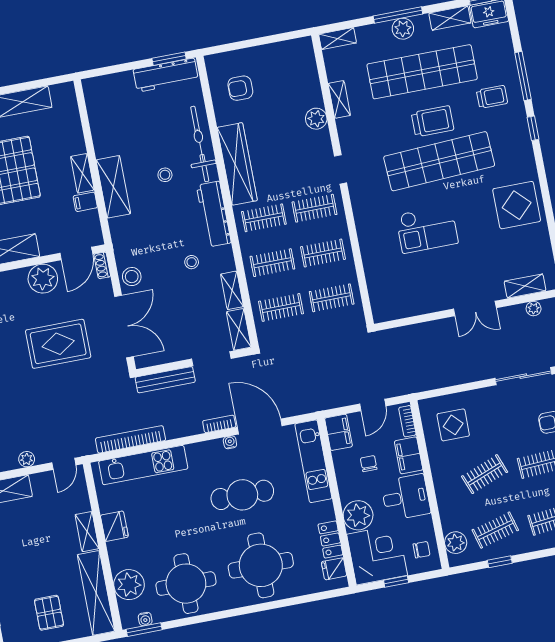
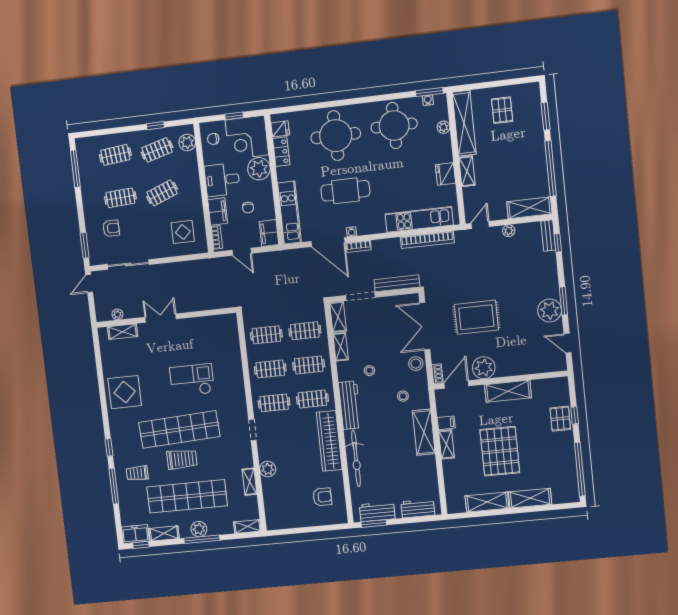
workbench: (166, 75) -> (377, 512), width x0.73
workbench: (113, 85) -> (418, 508), added
trolley: (433, 121) -> (182, 459), turned 180
stool: (165, 175) -> (403, 396), moved
door: (373, 405) -> (242, 252), swing flipped
plant: (129, 585) -> (443, 127), width x0.53, depth x0.53

